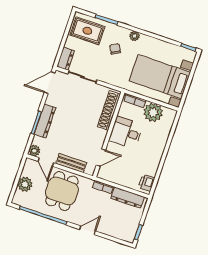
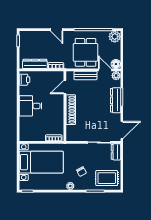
shoe rack: (109, 111) -> (71, 110), moved
plant: (153, 112) -> (37, 134), removed
desk: (126, 133) -> (31, 106), moved, turned 180
floor lamp: (30, 165) -> (116, 64), added
plant: (25, 184) -> (115, 37), moved
door: (87, 230) -> (57, 30), hinge flipped

